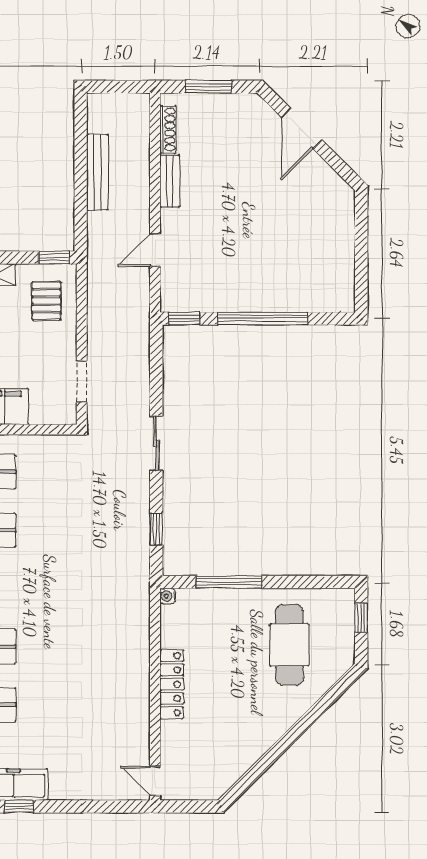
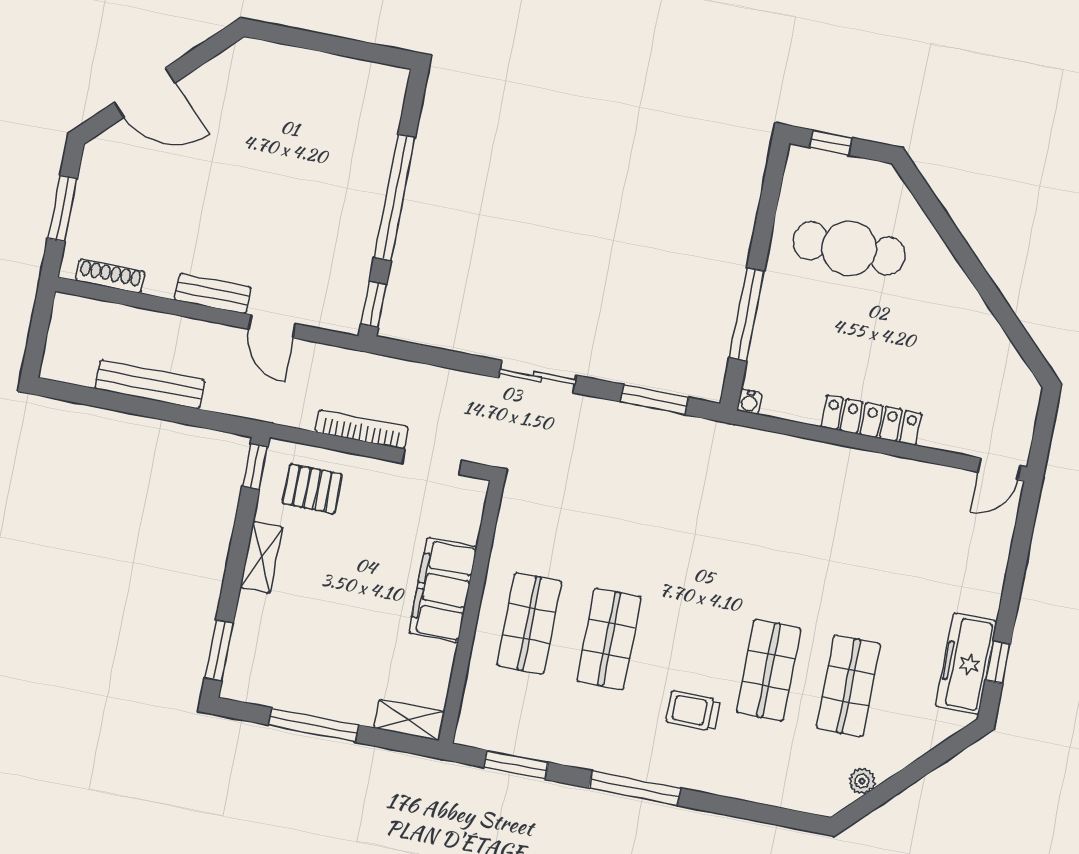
bench: (170, 181) -> (213, 294), moved
bookcase: (95, 327) -> (362, 429), added
window: (156, 529) -> (655, 400), width x1.50

